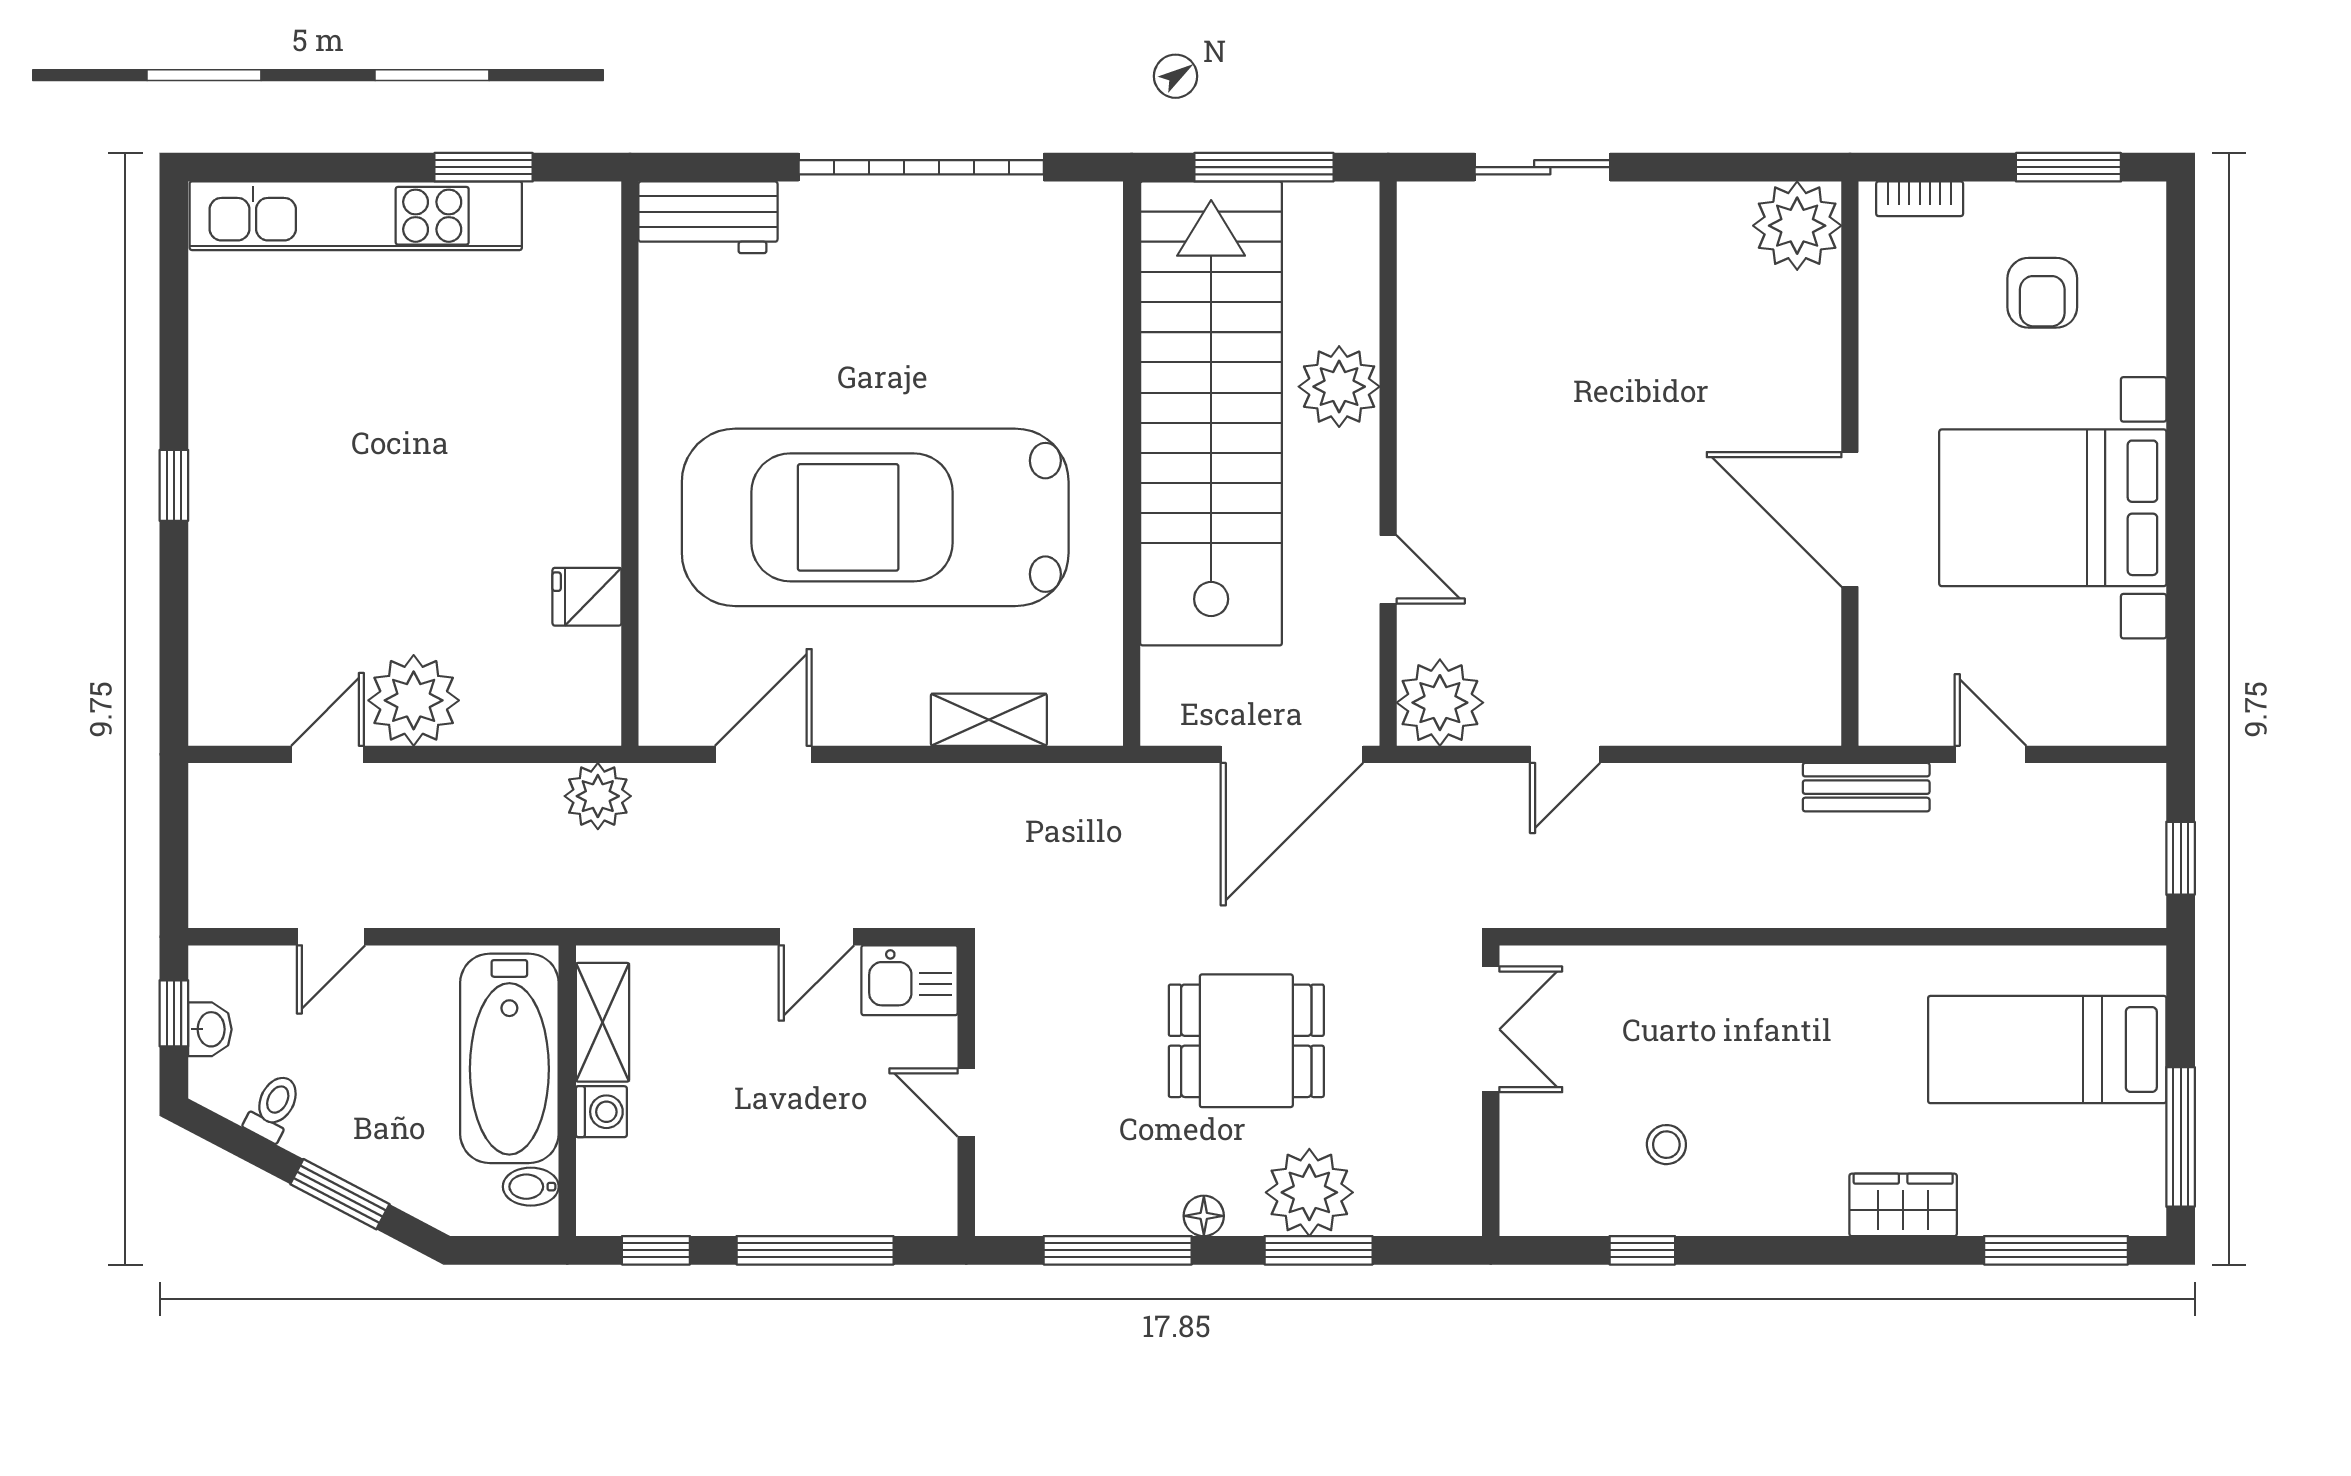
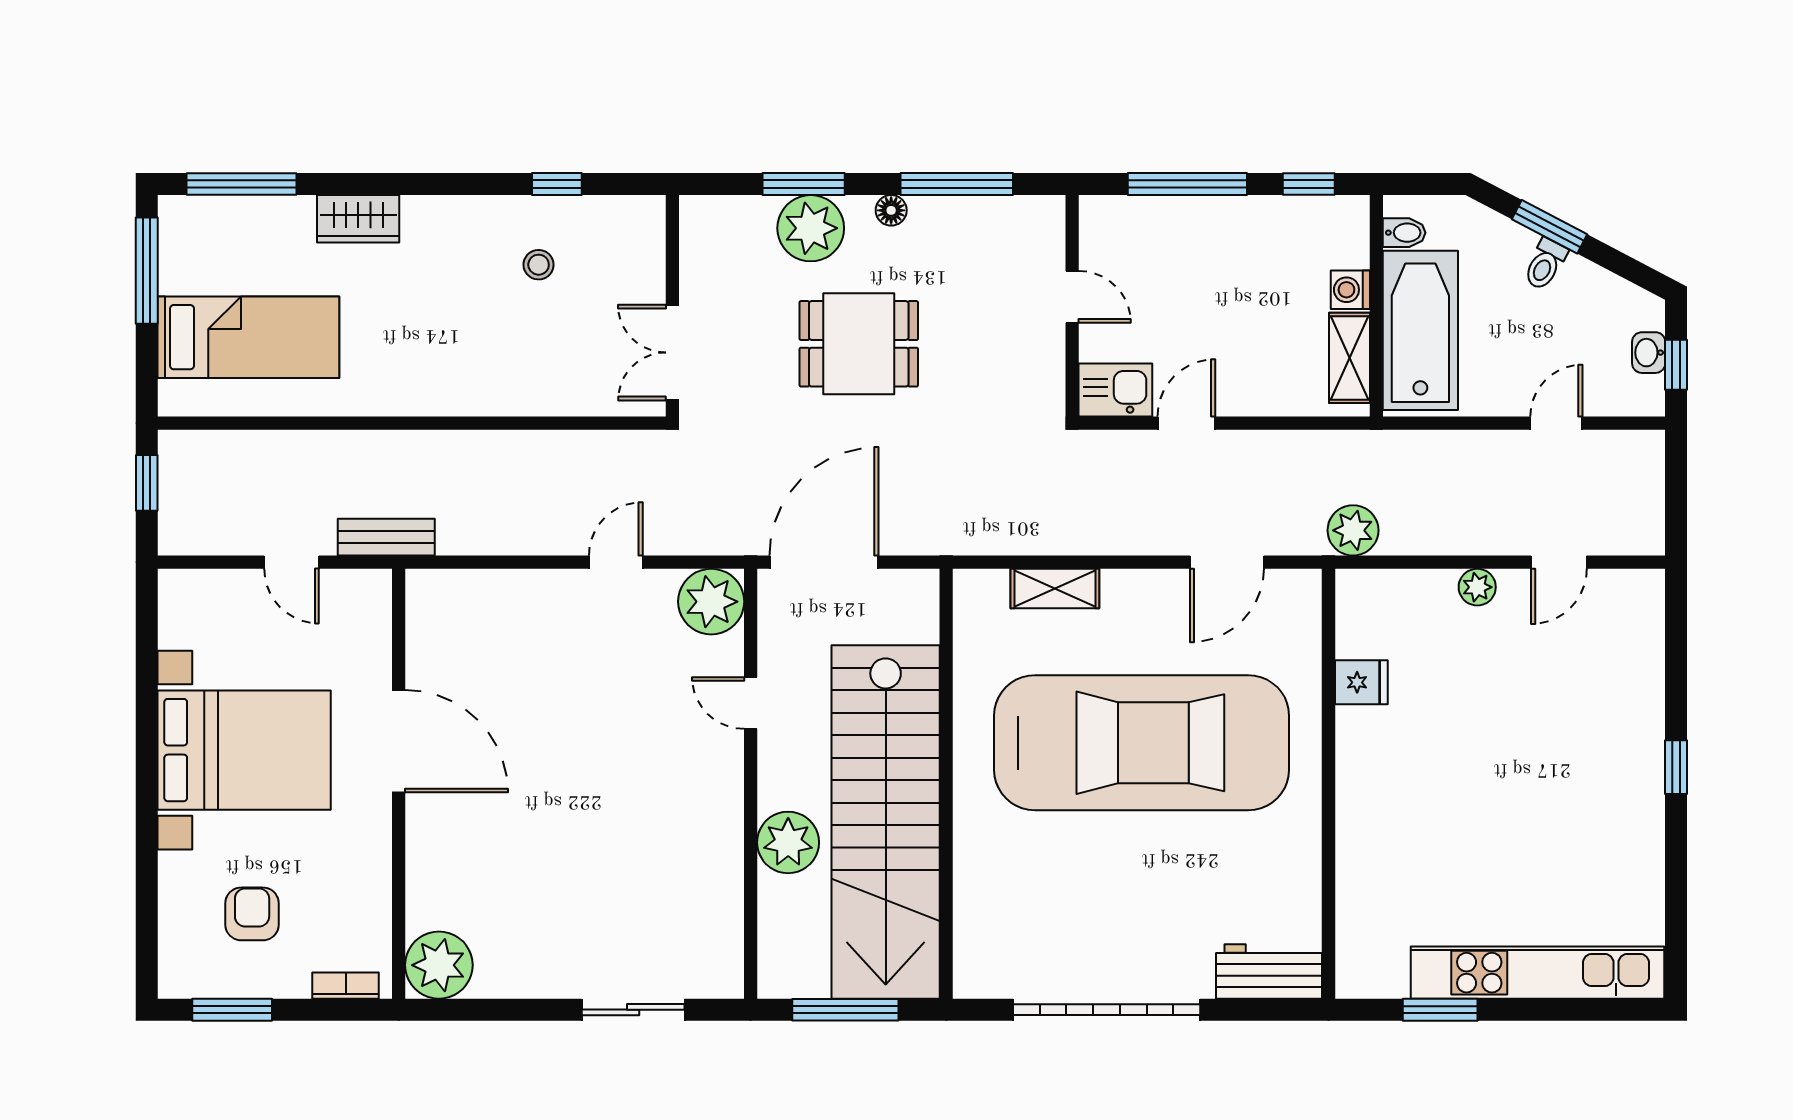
plant: (414, 700) -> (1477, 587), width x0.53, depth x0.53
toilet: (274, 1107) -> (1545, 264), moved

